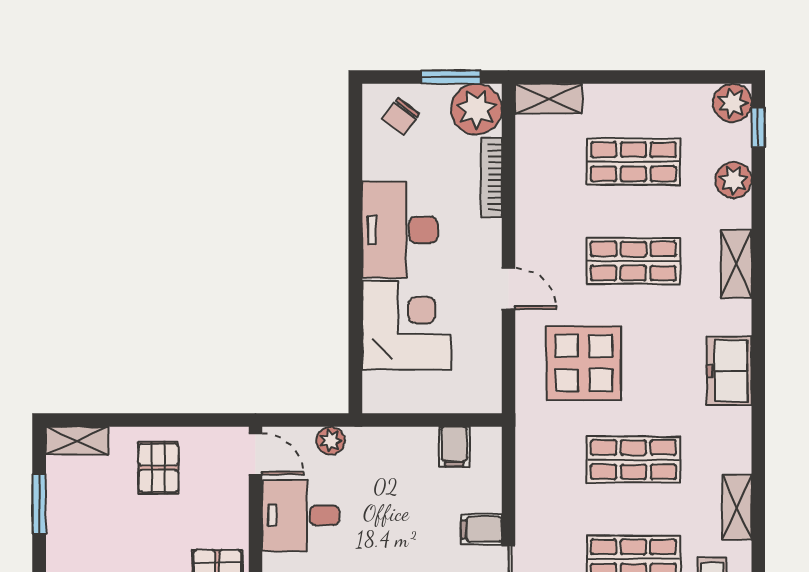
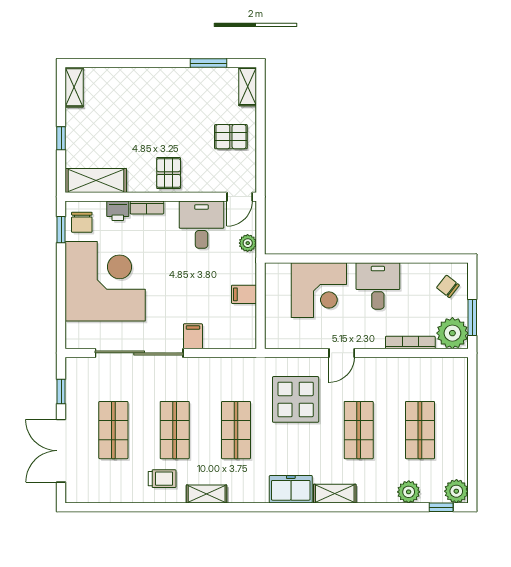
shelving: (549, 99) -> (459, 378), removed
desk: (400, 230) -> (378, 286), width x0.73
shelving: (736, 264) -> (335, 494), moved
filing cabinet: (454, 447) -> (244, 294), moved

